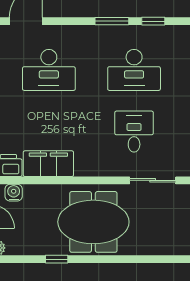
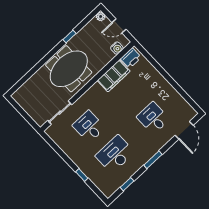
window: (112, 21) -> (153, 160), moved
desk: (49, 70) -> (153, 118), width x0.73
desk: (134, 132) -> (89, 127), turned 180

